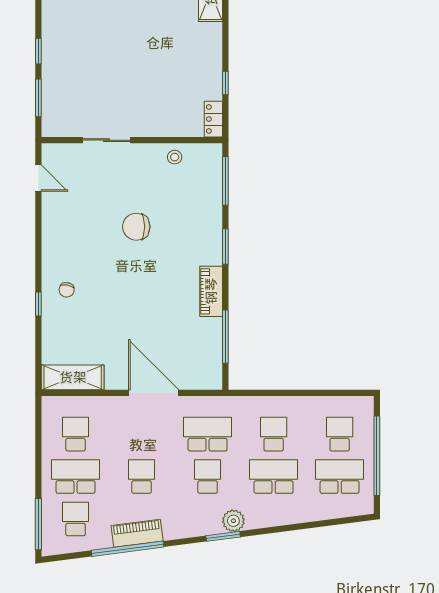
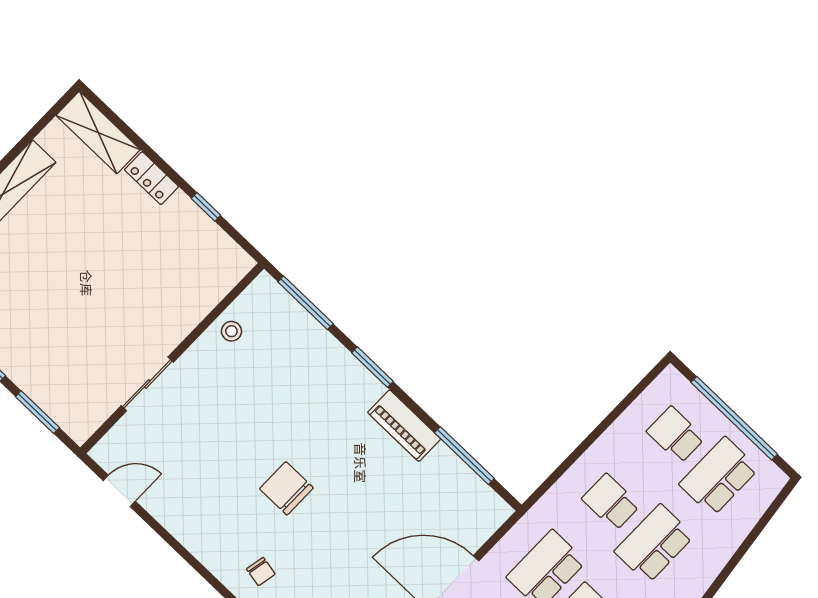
locker: (213, 119) -> (151, 178), moved
chair: (136, 227) -> (286, 488), moved, turned 90

